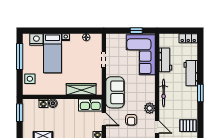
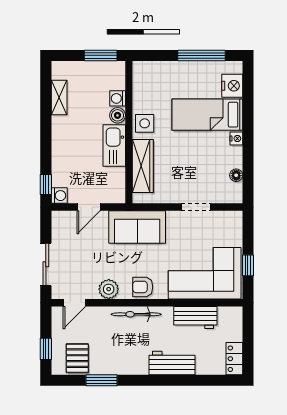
side table: (30, 79) -> (145, 123), moved
window: (200, 93) -> (101, 380), moved
kitchen sink: (90, 105) -> (114, 145), moved
armchair: (131, 120) -> (143, 287), moved

